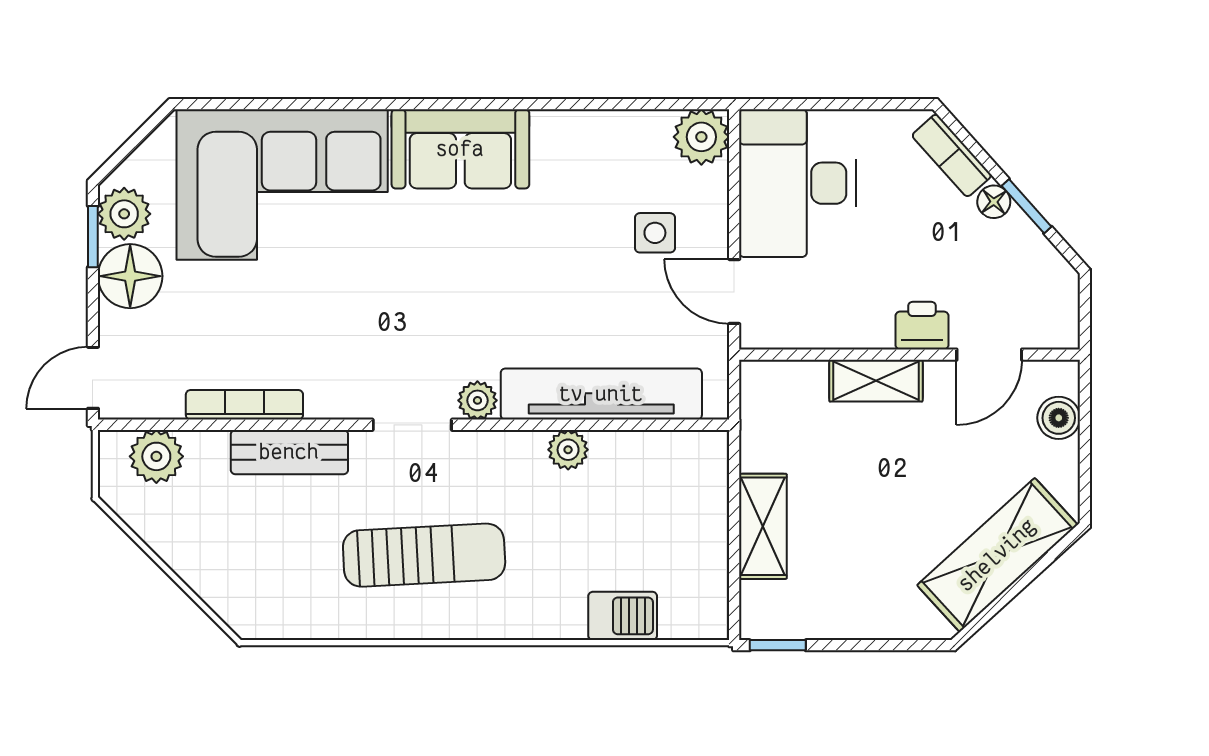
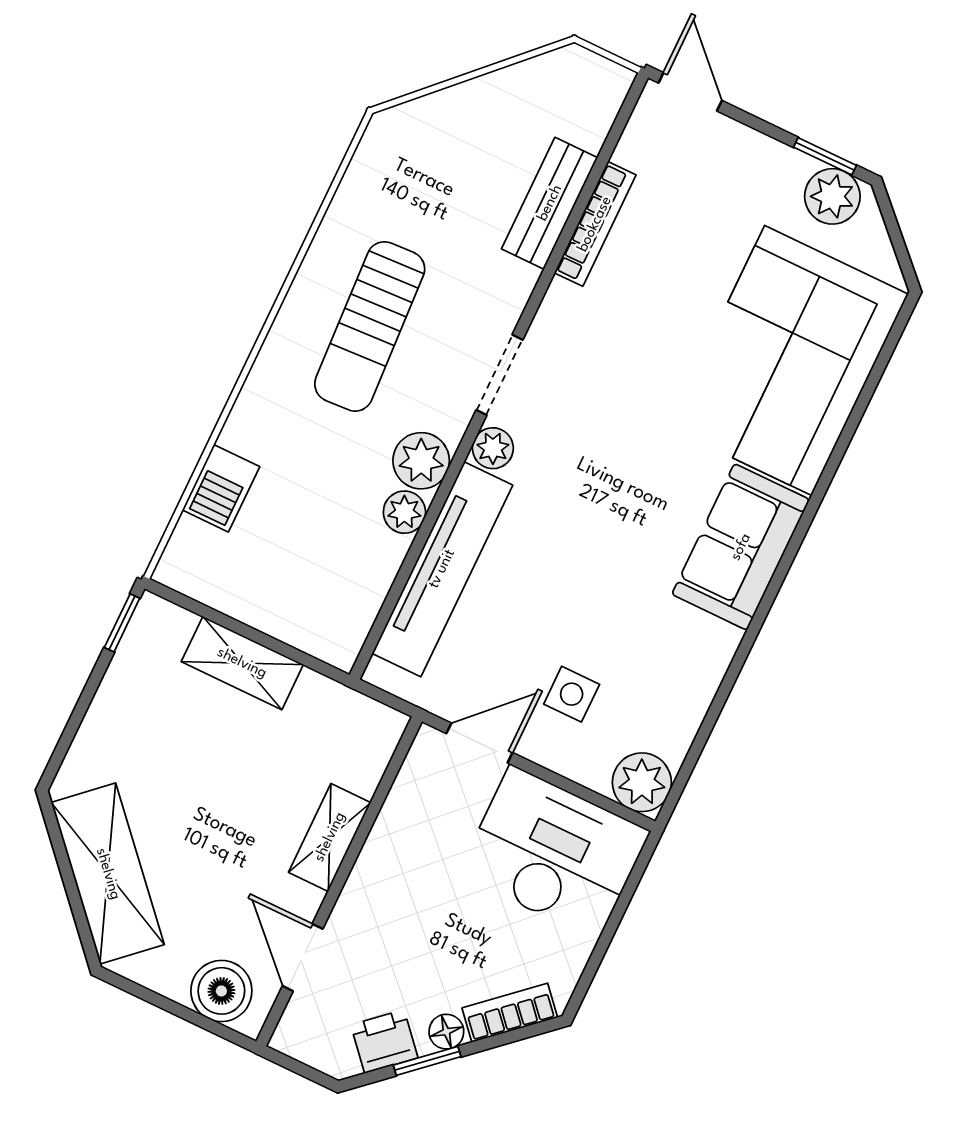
floor lamp: (130, 276) -> (770, 174), removed
printer: (922, 326) -> (384, 1041), moved, turned -132
boiler: (1059, 418) -> (221, 991), width x1.36, depth x1.36
bench: (289, 452) -> (550, 203), moved
plant: (156, 456) -> (421, 461), moved

